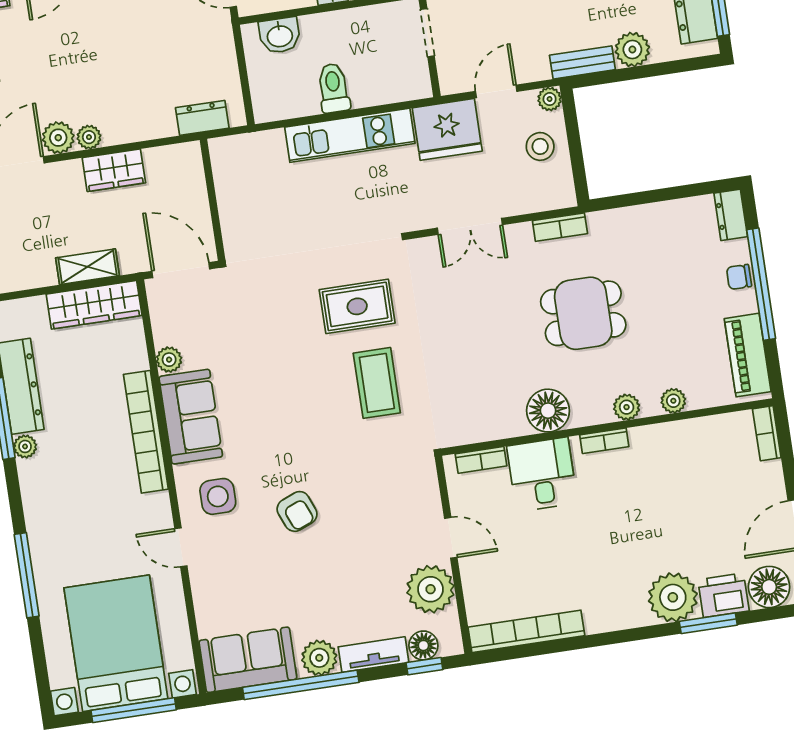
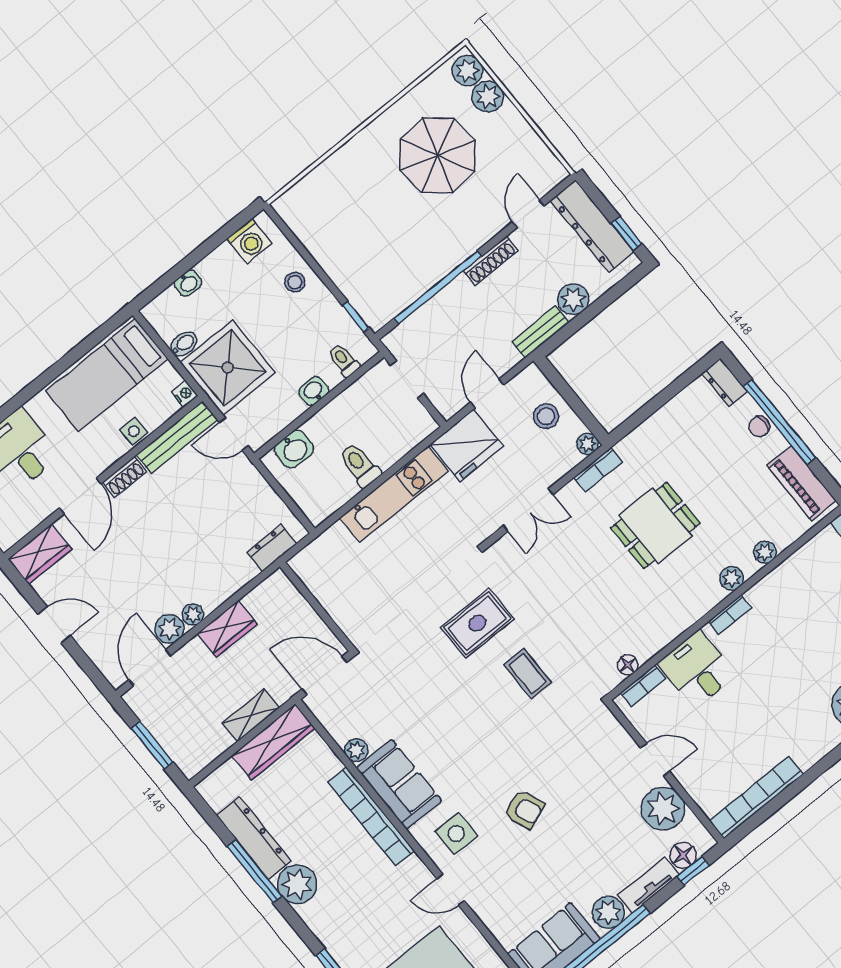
plant: (550, 99) -> (587, 444), moved
coffee table: (377, 383) -> (528, 673), width x0.73, depth x0.77
floor lamp: (548, 411) -> (628, 665), moved, width x0.53, depth x0.53
plant: (25, 446) -> (297, 884), width x1.88, depth x1.88

